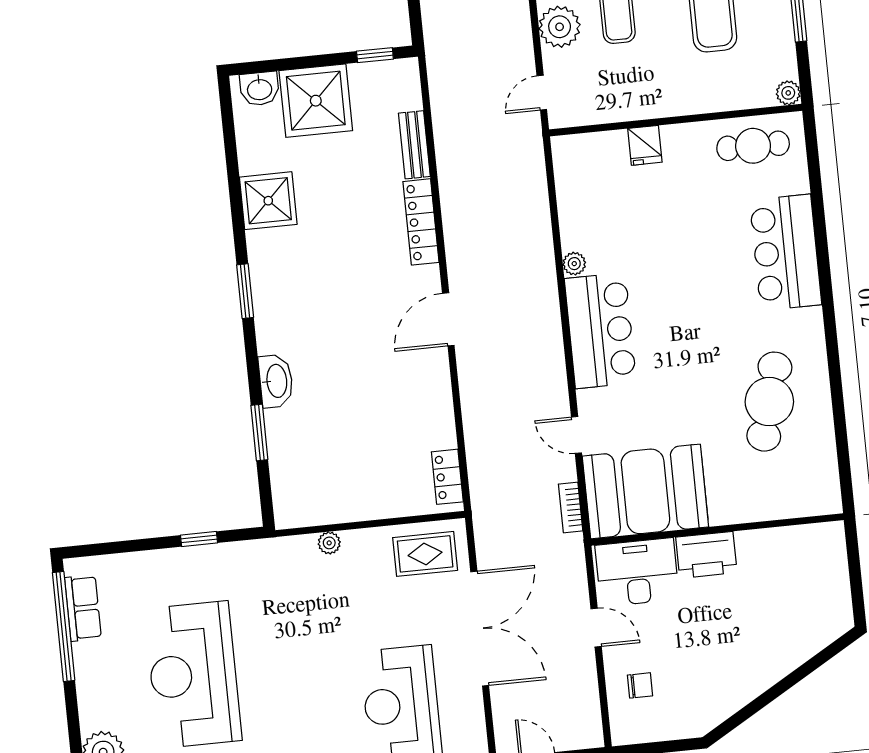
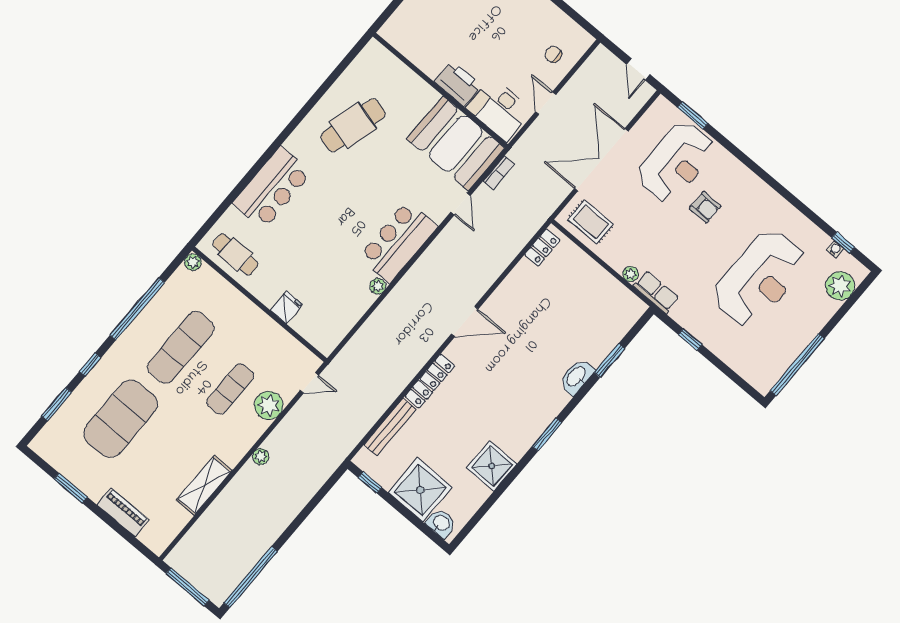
bench: (414, 145) -> (390, 427), width x1.36
row of seats: (83, 608) -> (656, 292), moved, turned 90
armchair: (324, 690) -> (705, 207), added

